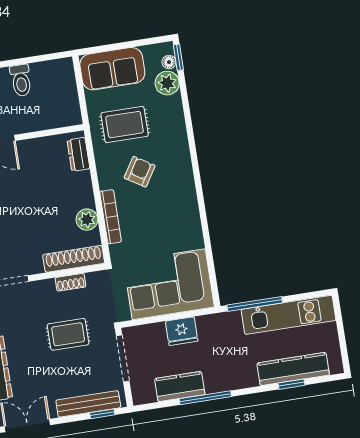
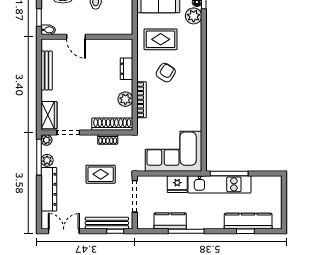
dresser: (78, 154) -> (126, 69), moved
kitchen unit: (289, 315) -> (219, 184), moved

